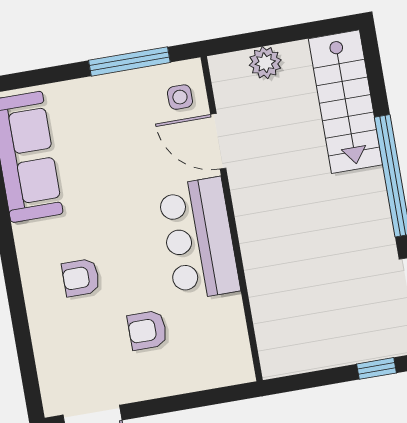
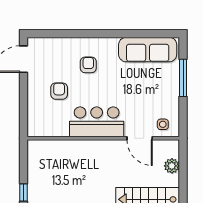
window: (129, 61) -> (183, 78), moved
door: (218, 141) -> (140, 138), swing flipped

